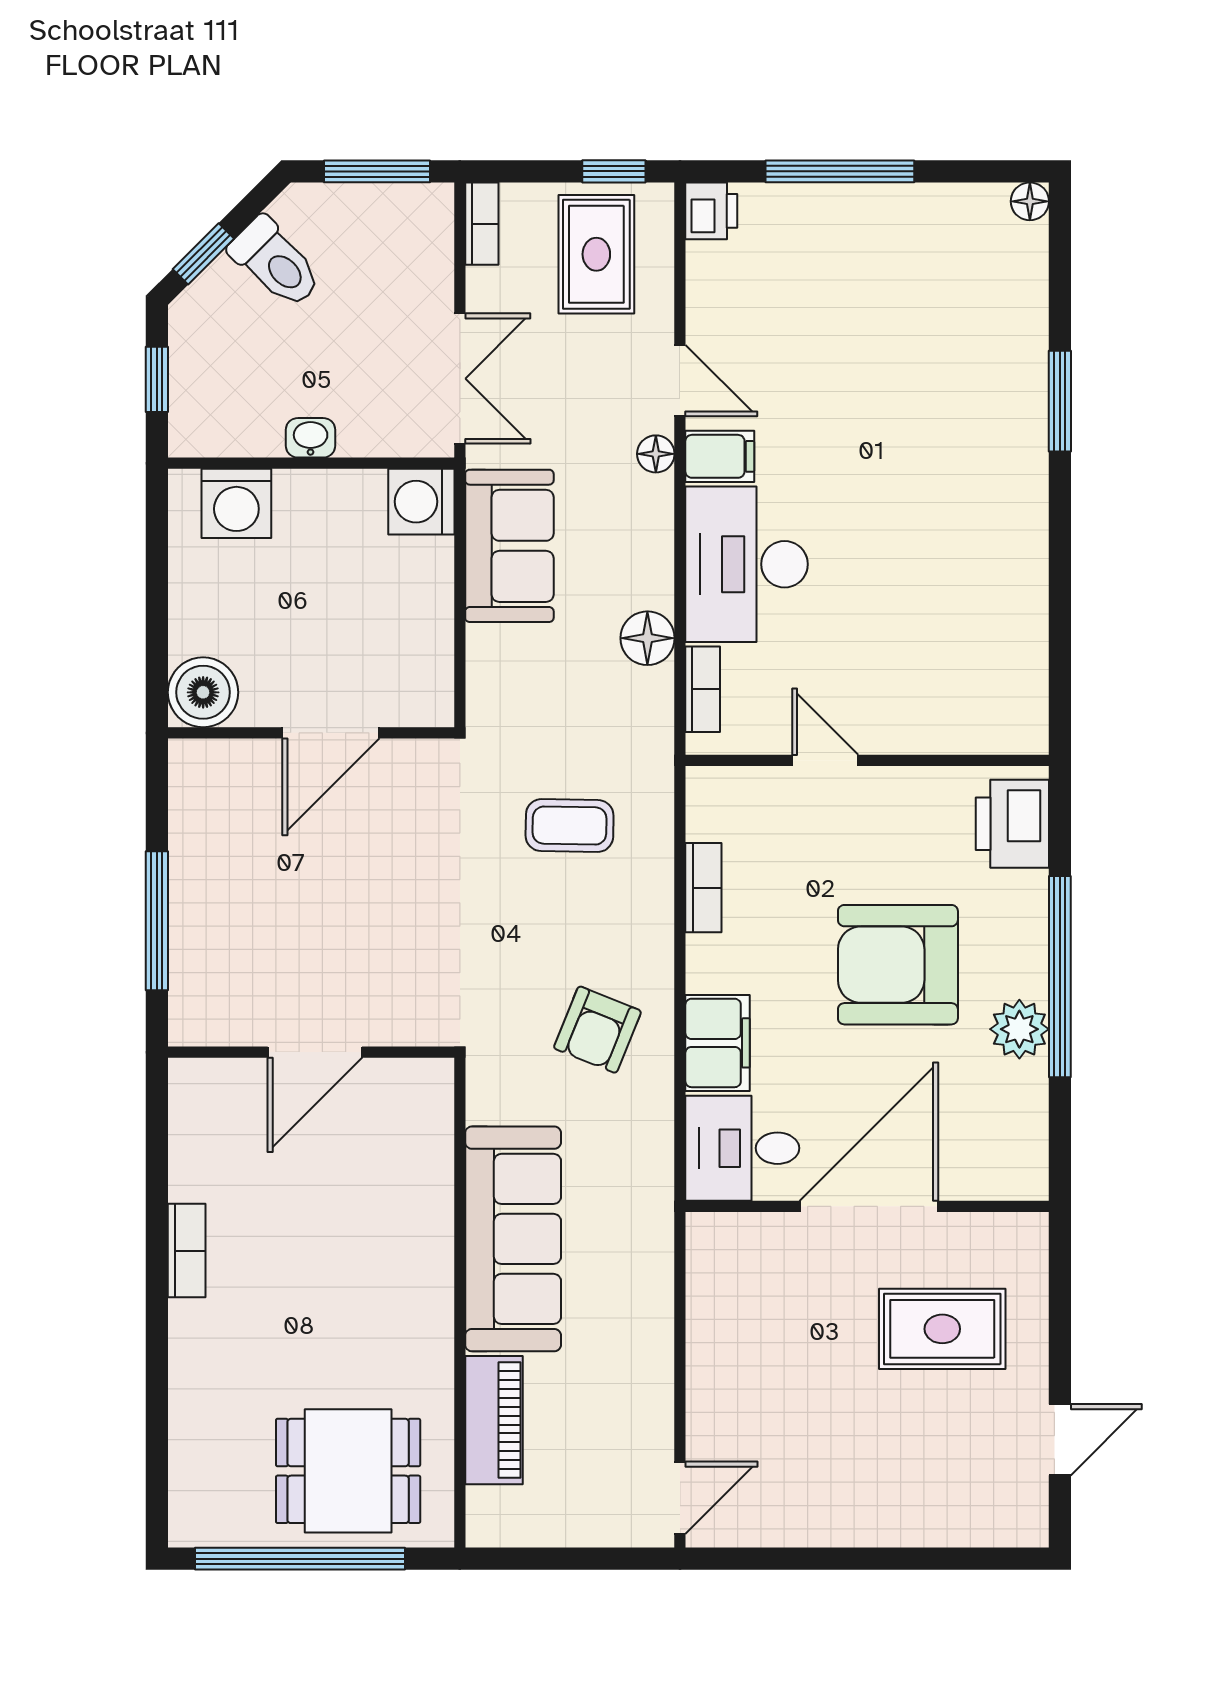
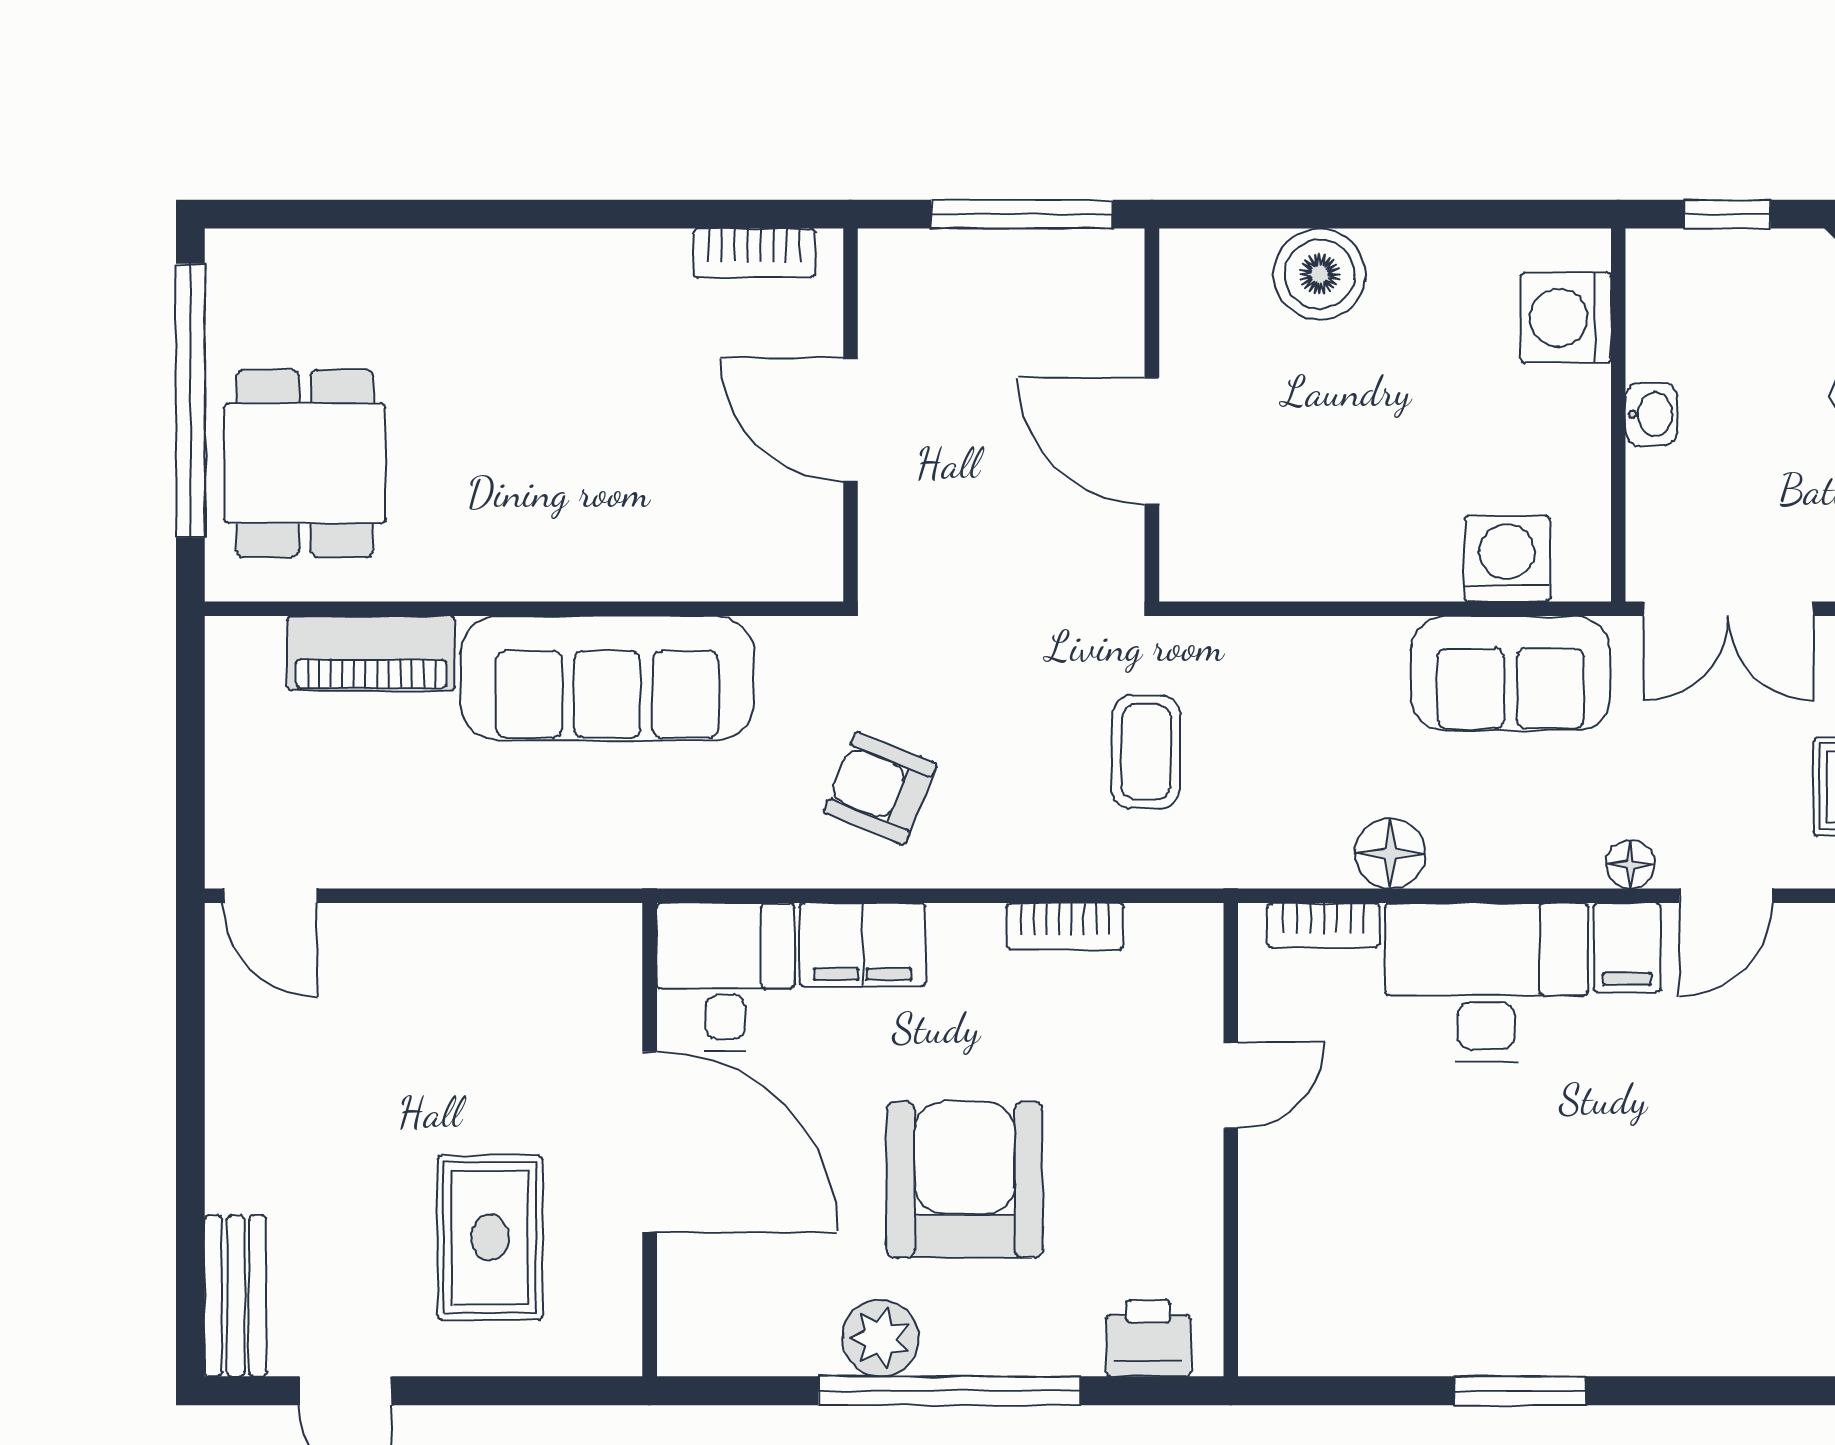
window: (1060, 401) -> (1520, 1391), moved
washing machine: (421, 502) -> (1507, 559), moved
wall: (311, 733) -> (1152, 415), moved
door: (331, 733) -> (1152, 441), moved
printer: (1012, 824) -> (1148, 1338), width x0.73, depth x0.81
bookcase: (187, 1251) -> (754, 253), moved
bench: (987, 1524) -> (236, 1296), added

